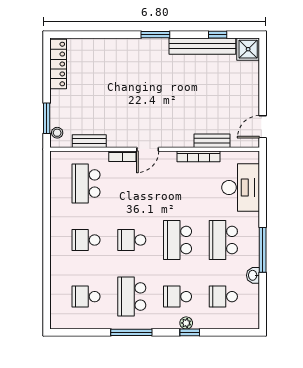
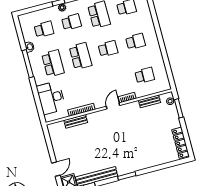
door: (263, 127) -> (56, 169), moved
school desk: (86, 183) -> (145, 75), width x0.54

